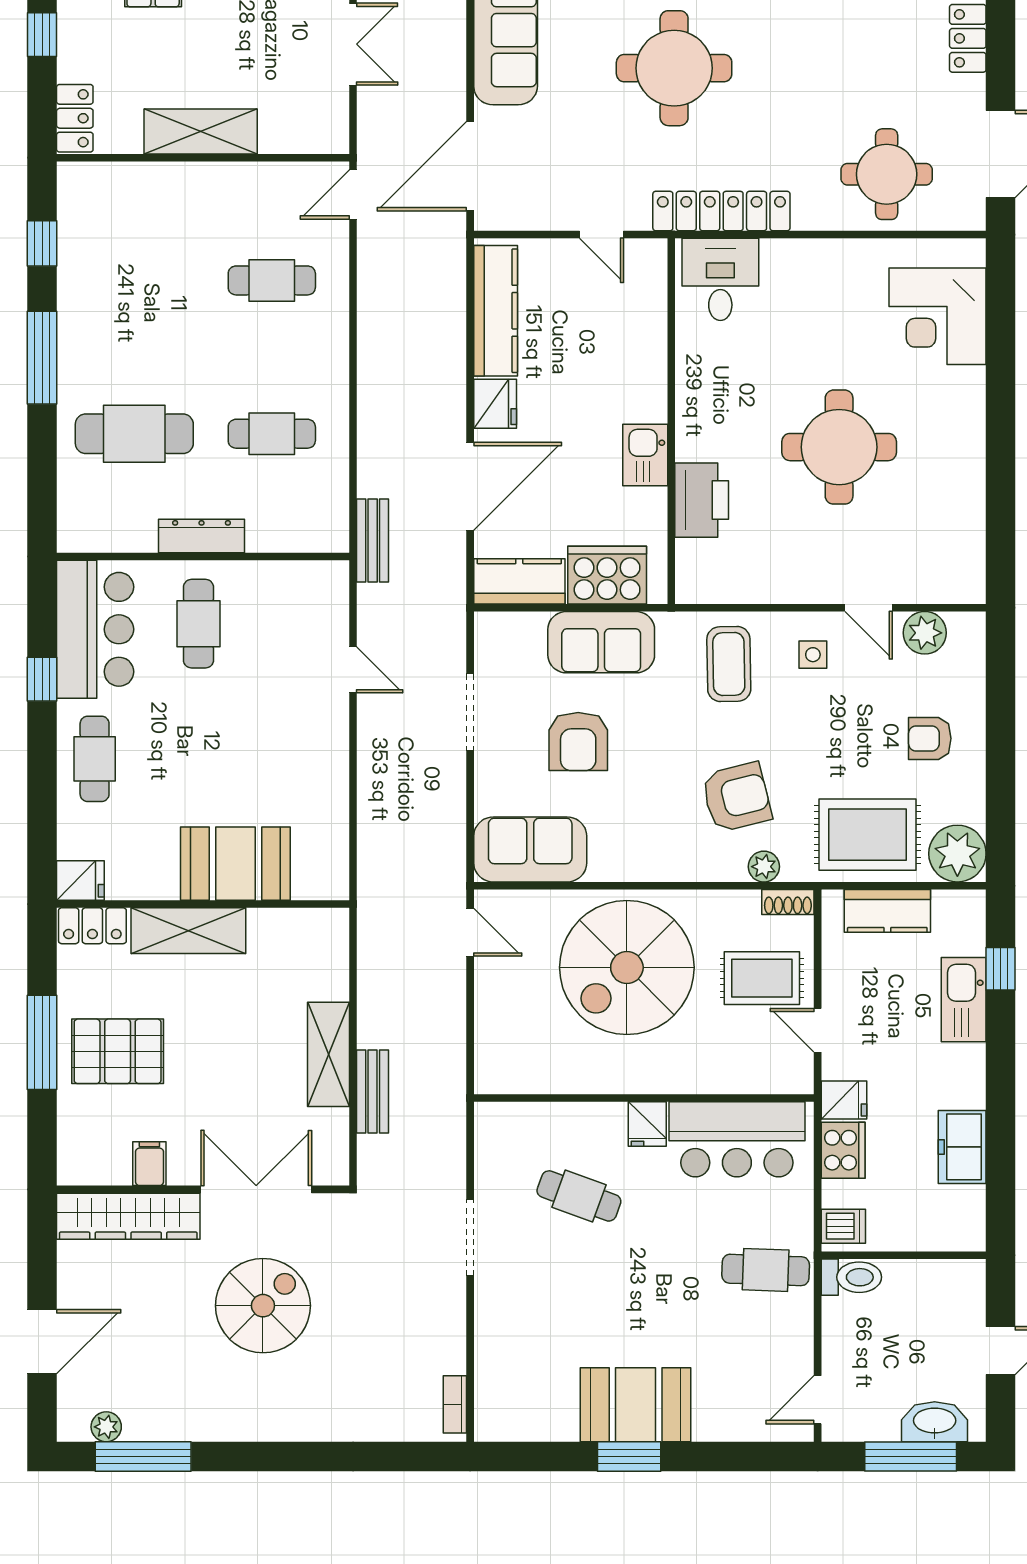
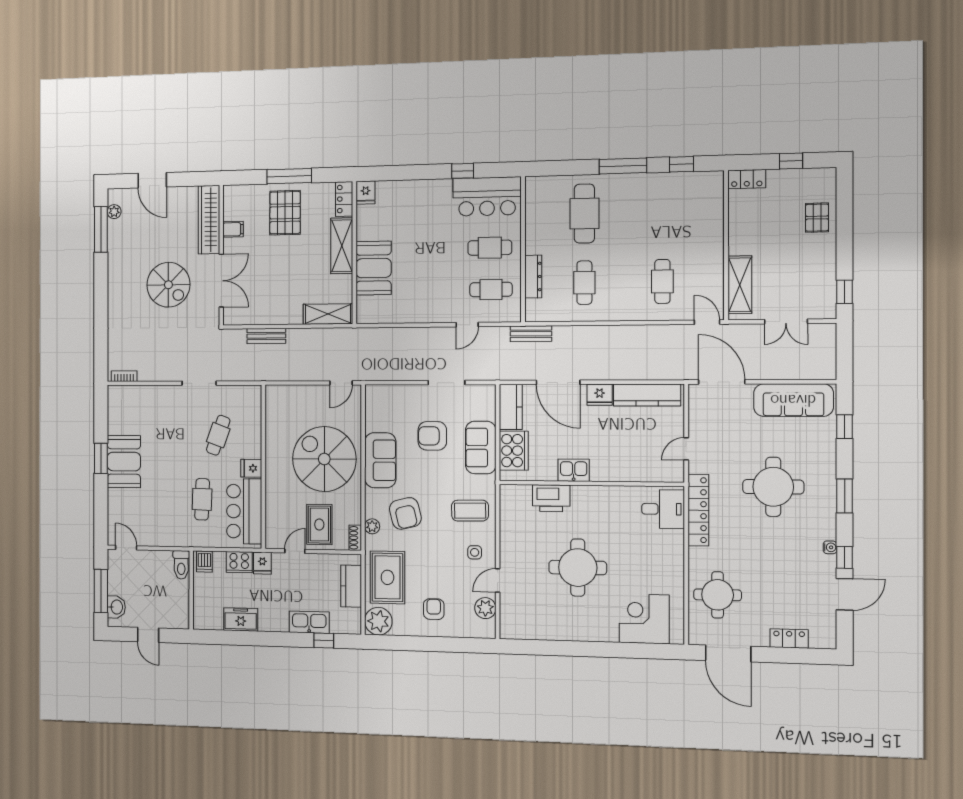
shelving: (201, 131) -> (740, 285), moved
dresser: (202, 536) -> (533, 277), moved
cafe table: (95, 759) -> (491, 290), moved
sofa: (530, 849) -> (380, 460), moved
shelving: (328, 1054) -> (328, 314), moved
cafe table: (766, 1270) -> (202, 499), moved
washbasin: (935, 1422) -> (116, 607), width x0.72

